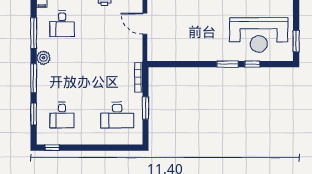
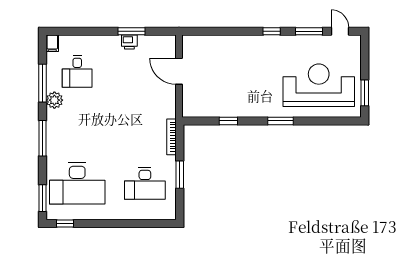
reception desk: (259, 35) -> (319, 85), turned 180
plant: (43, 58) -> (54, 100), moved
window: (252, 64) -> (228, 121), moved
window: (34, 114) -> (42, 198), moved
desk: (62, 115) -> (77, 183), width x1.87, depth x1.30

